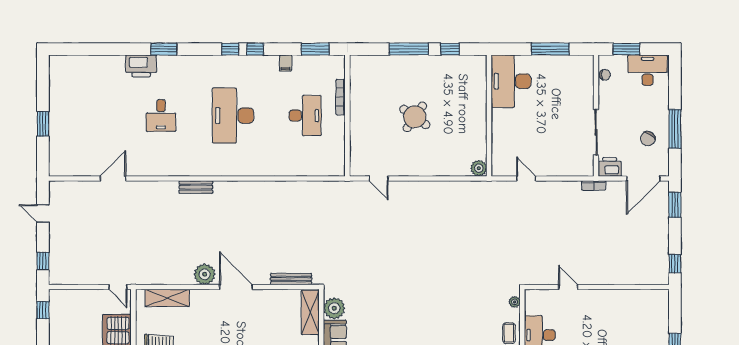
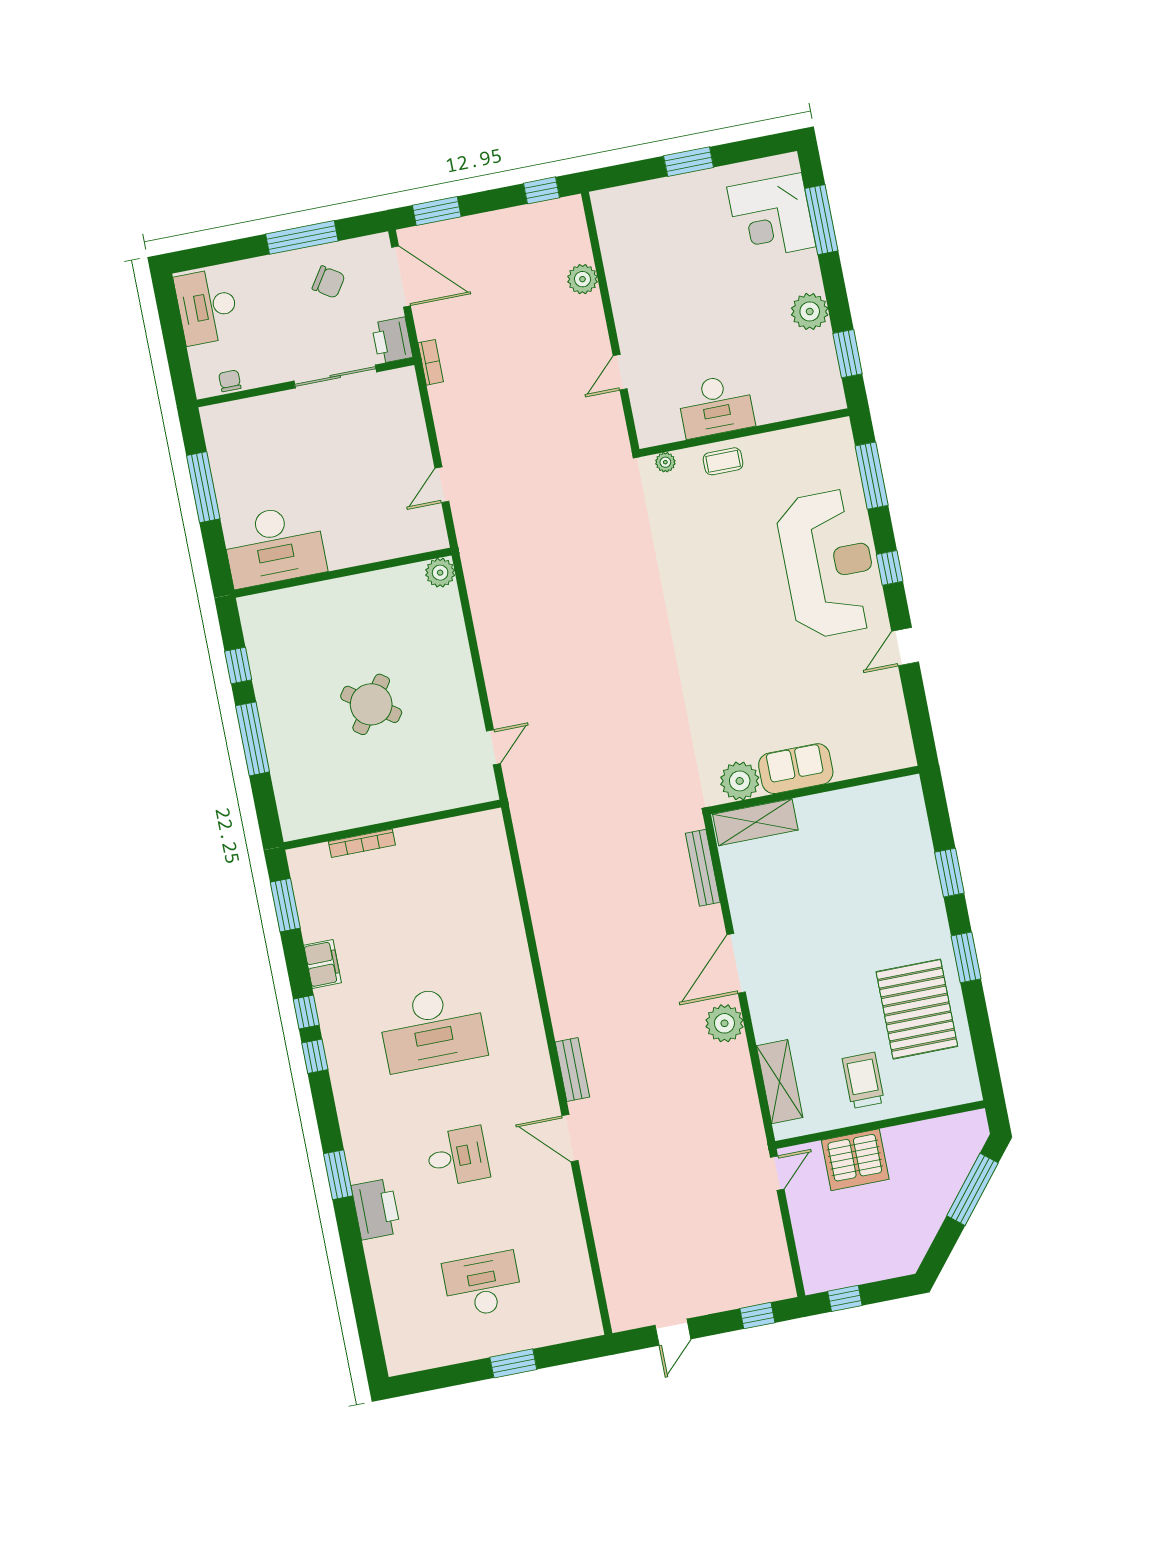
window: (626, 49) -> (177, 352), removed
filing cabinet: (286, 63) -> (323, 964), width x2.00
desk: (305, 116) -> (483, 1285), moved
door: (113, 178) -> (570, 1138), moved
plant: (623, 276) -> (582, 279), added

